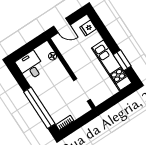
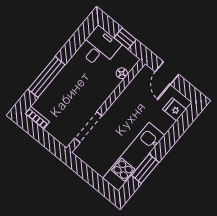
window: (30, 47) -> (125, 39), added
window: (39, 108) -> (47, 77), width x0.68

